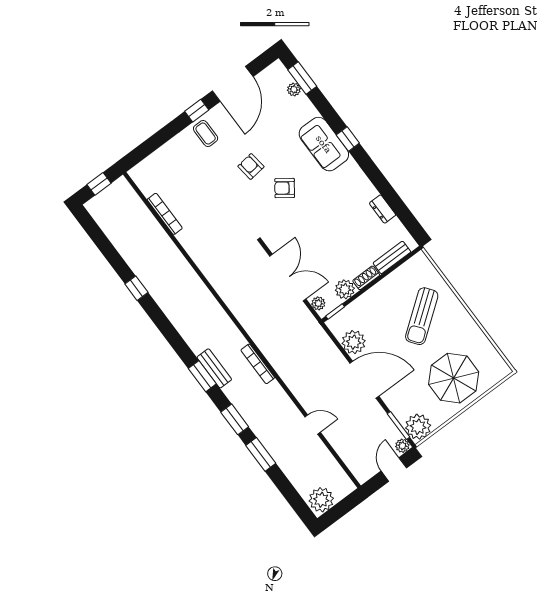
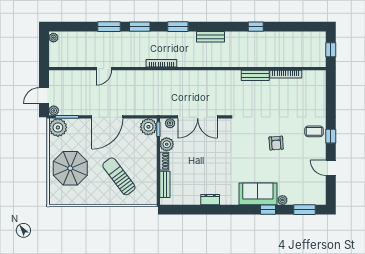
door: (233, 84) -> (331, 168), width x0.53
plant: (294, 89) -> (282, 200), moved
window: (348, 139) -> (268, 210), moved
armchair: (251, 166) -> (276, 143), turned 93
armchair: (285, 188) -> (250, 153), removed
dresser: (383, 209) -> (210, 200), moved
bench: (192, 248) -> (255, 75), added
plant: (354, 342) -> (148, 127), moved
bench: (214, 368) -> (211, 37), moved
door: (394, 469) -> (44, 96), swing flipped
plant: (321, 500) -> (53, 38), width x0.53, depth x0.53

